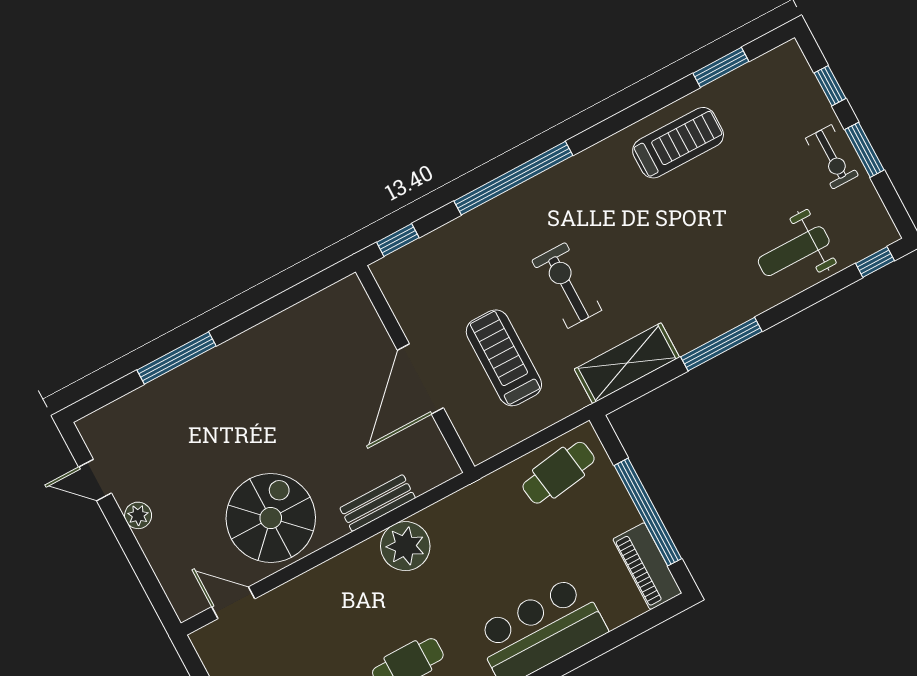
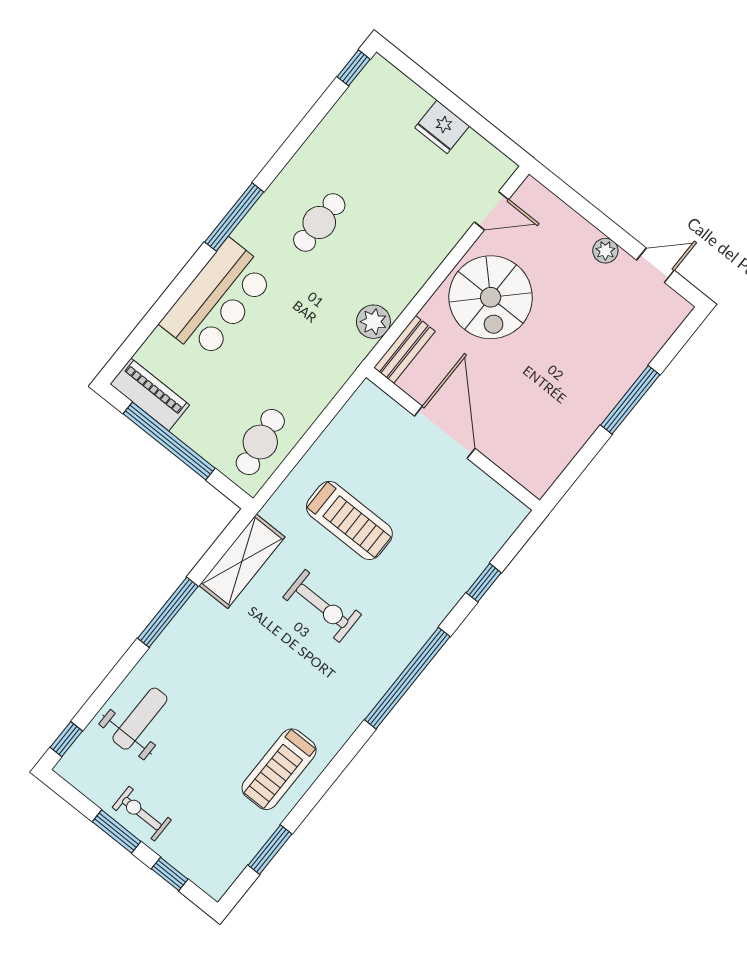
wall: (415, 369) -> (453, 439), moved
door: (420, 379) -> (445, 432), moved
plant: (405, 546) -> (373, 322), width x0.73, depth x0.73

